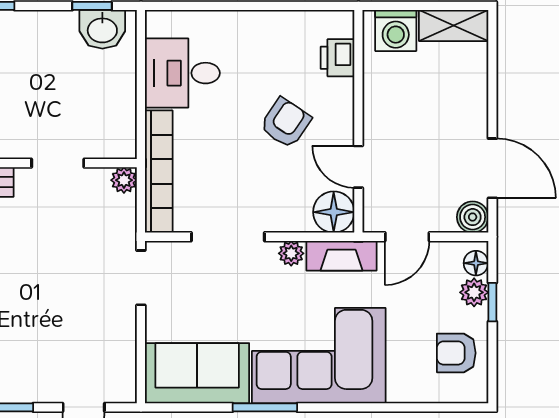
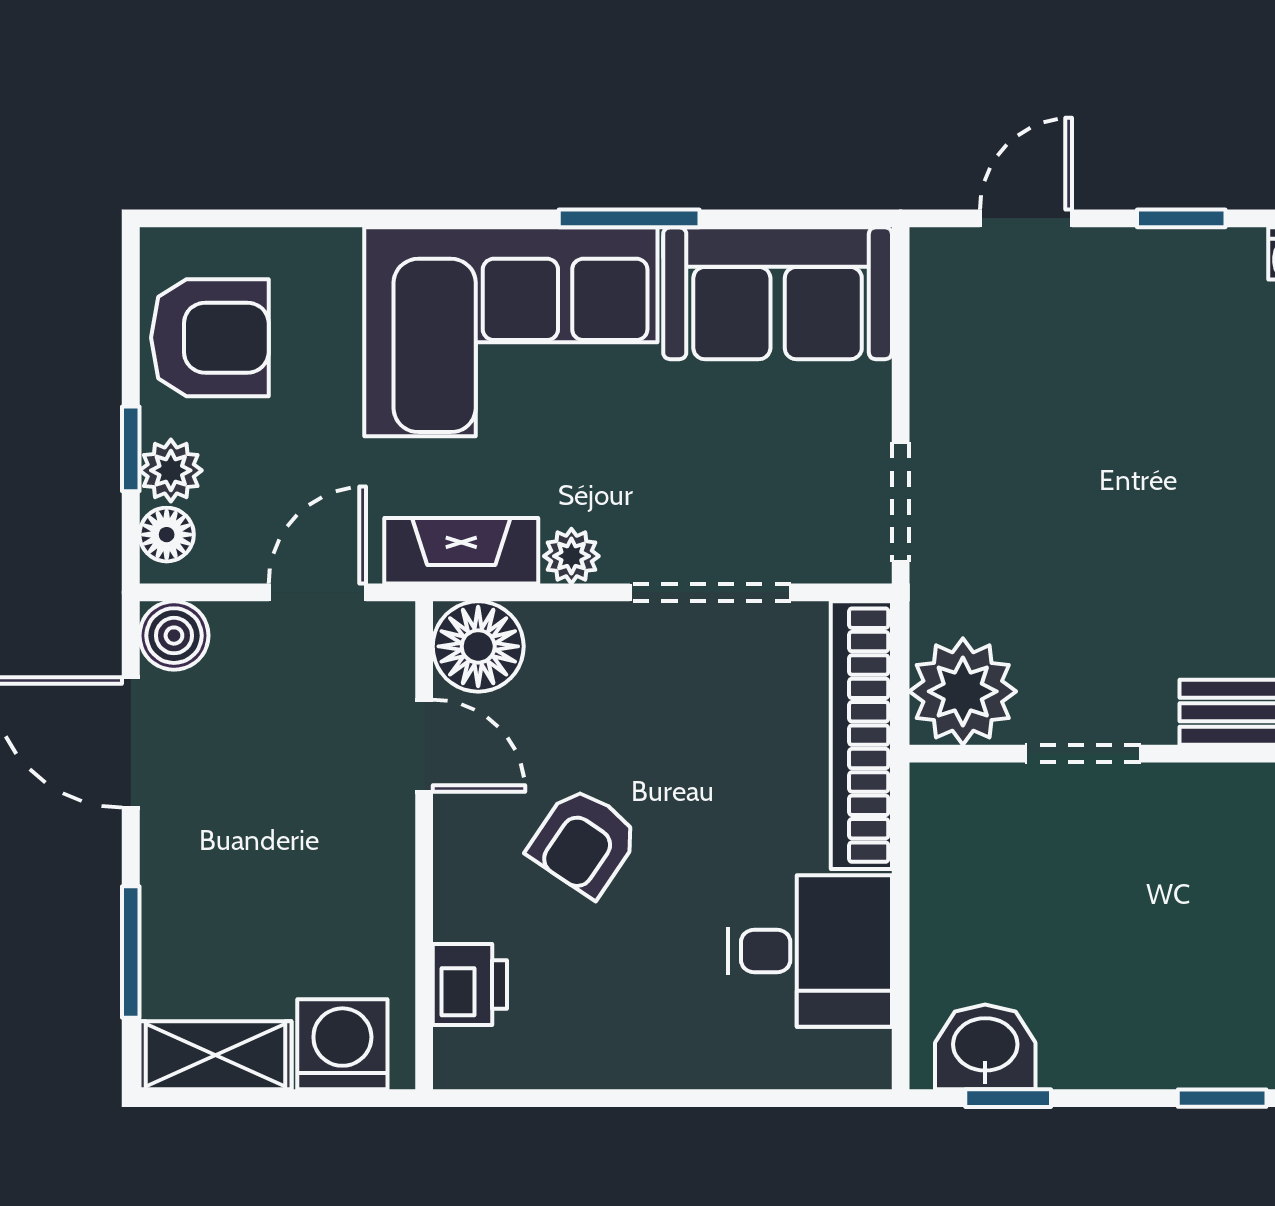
window: (492, 73) -> (131, 952), added
plant: (124, 180) -> (963, 691), width x1.88, depth x1.88
armchair: (456, 353) -> (210, 338), width x1.38, depth x1.38

